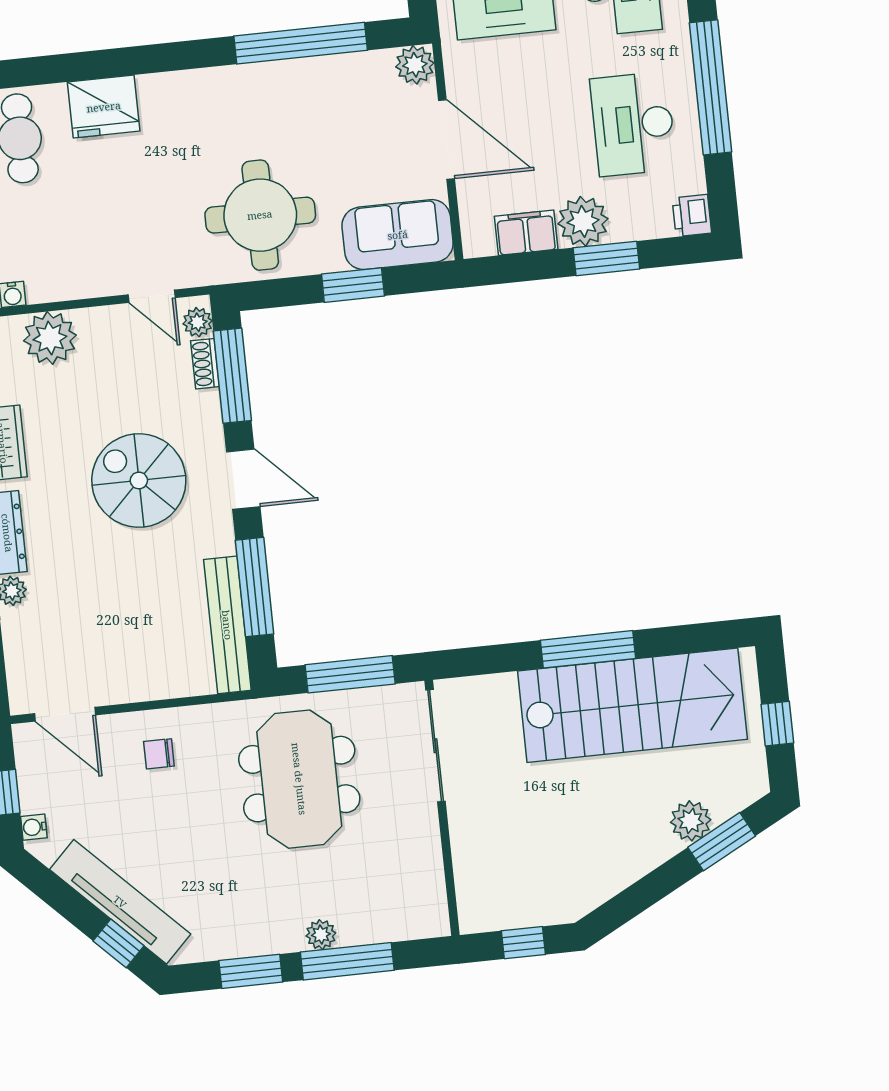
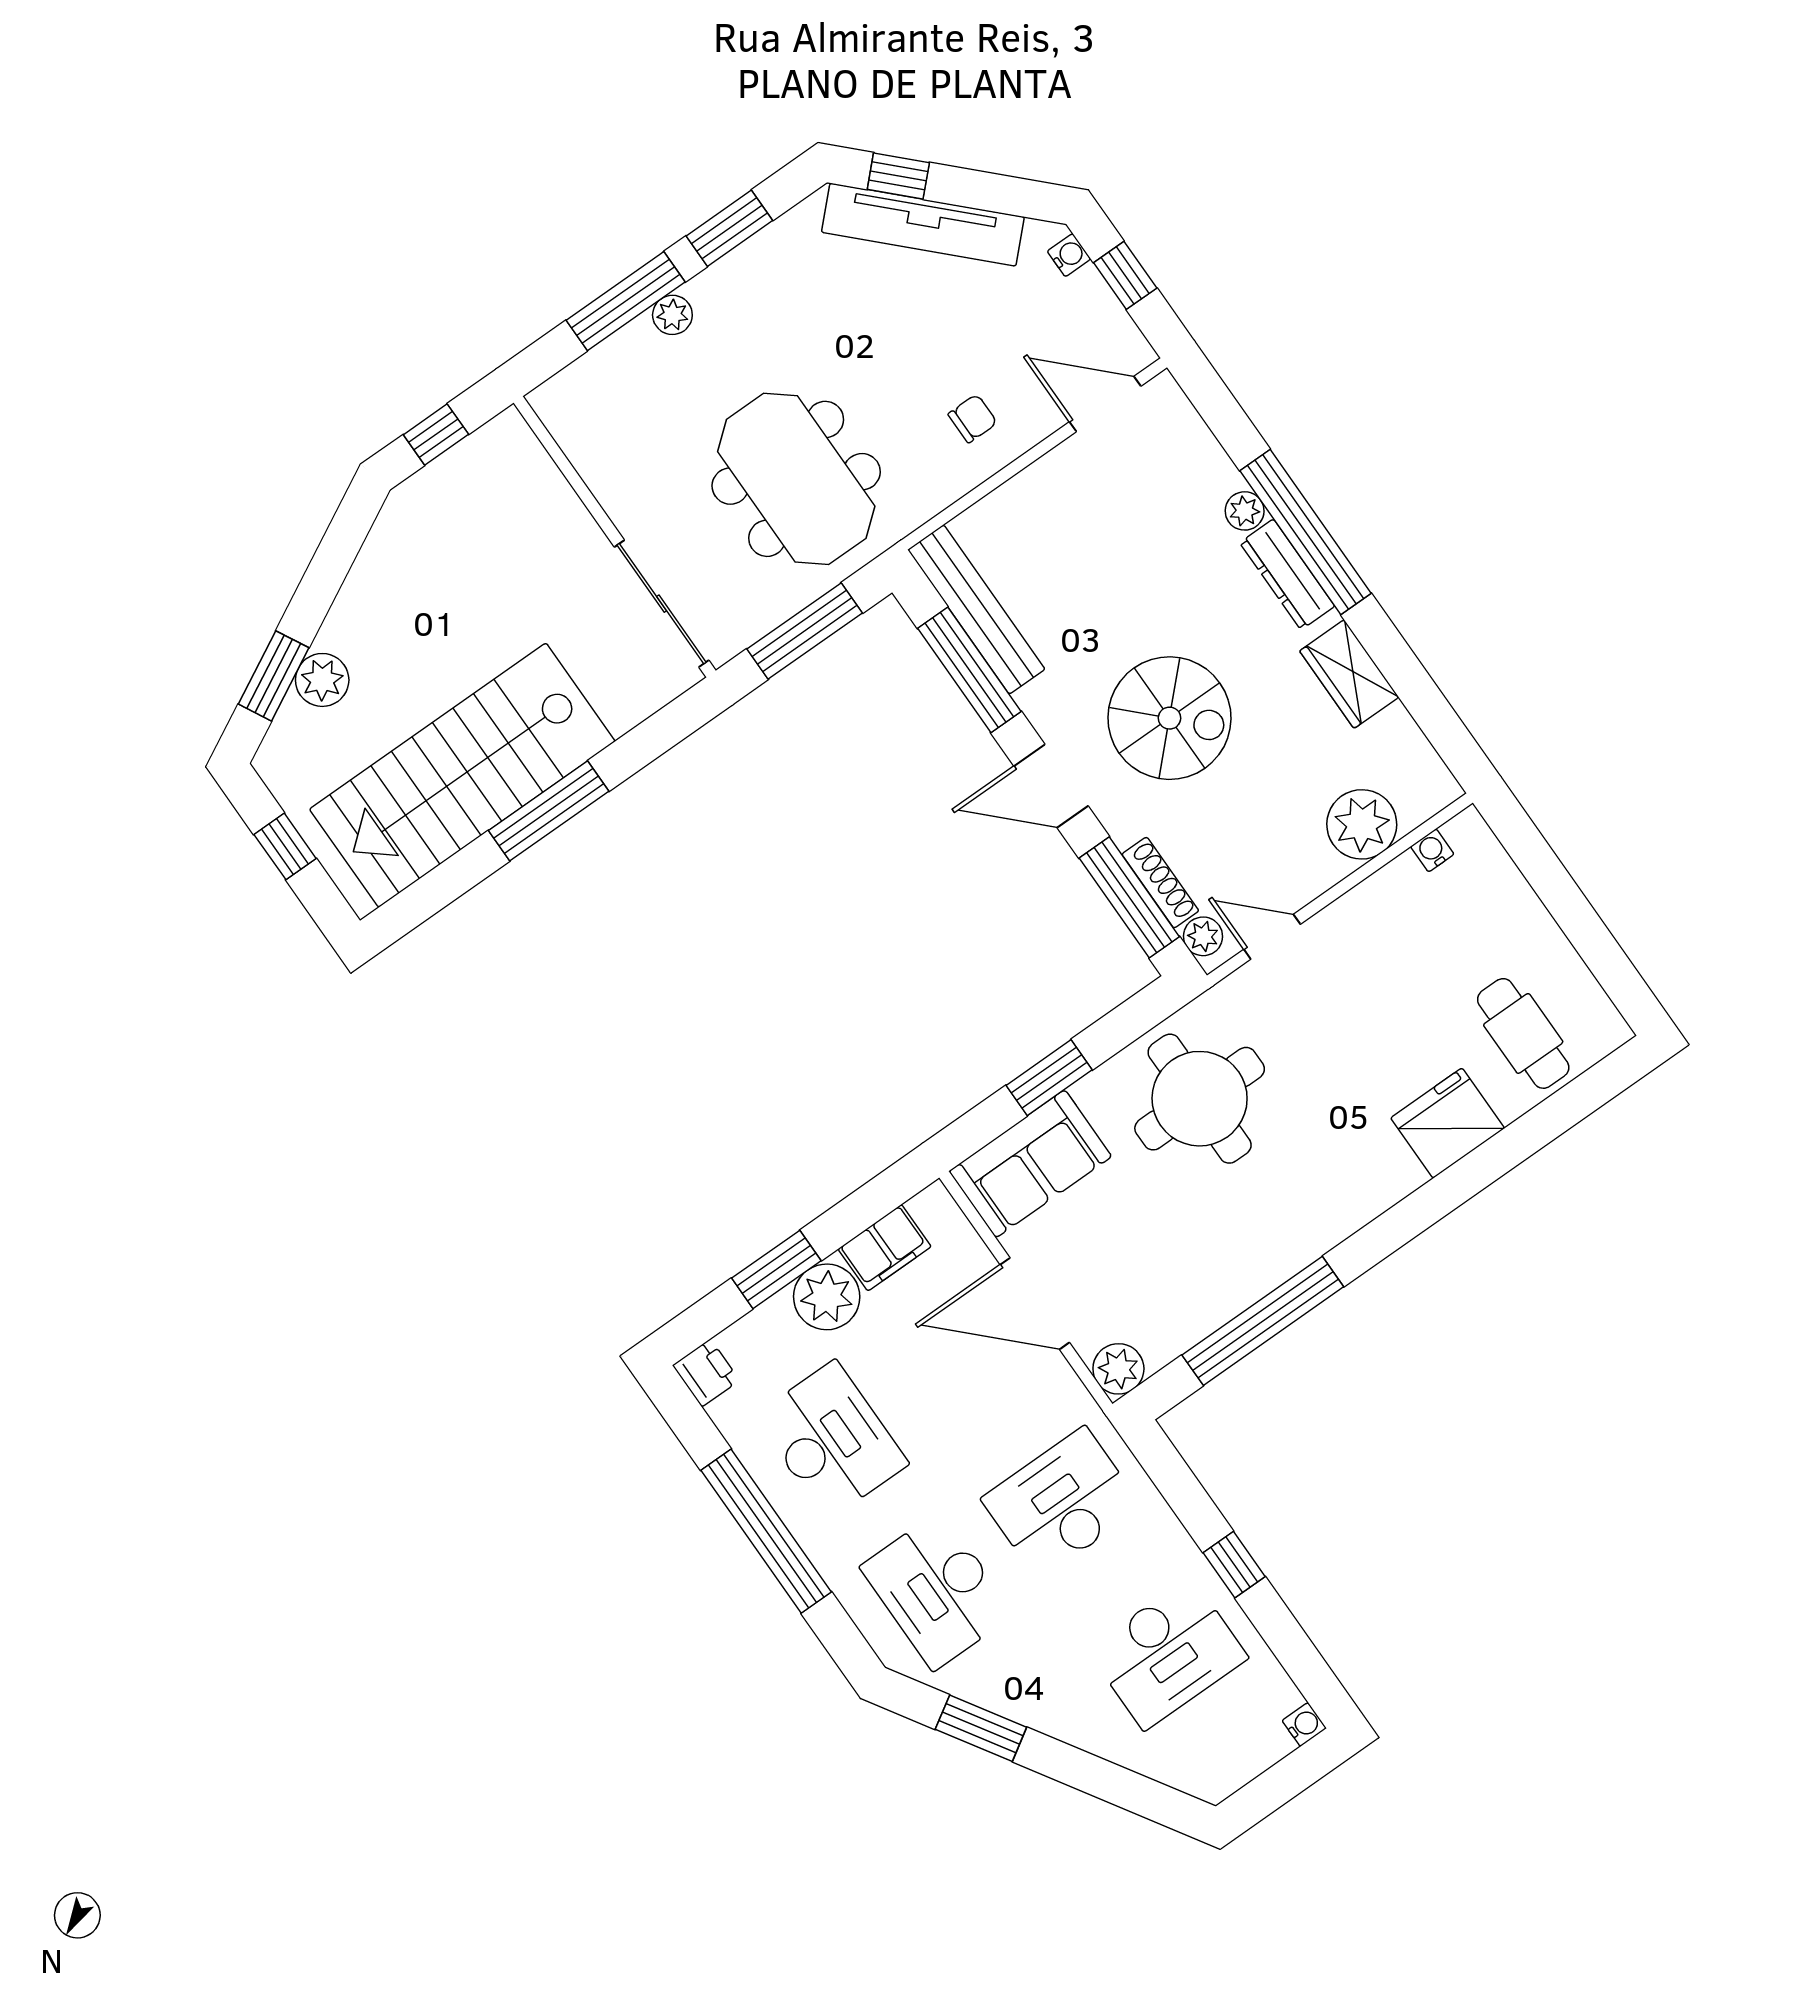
shoe rack: (205, 364) -> (1160, 883), width x1.43

